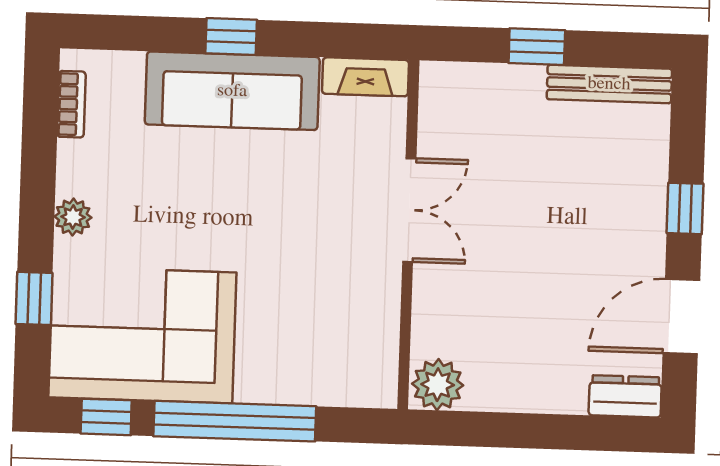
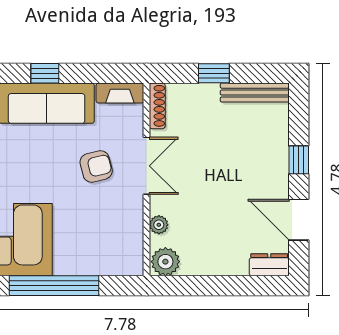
shoe rack: (432, 102) -> (157, 106), added
armchair: (318, 208) -> (96, 166), added
plant: (428, 317) -> (159, 225), added
door: (681, 317) -> (299, 220), hinge flipped

